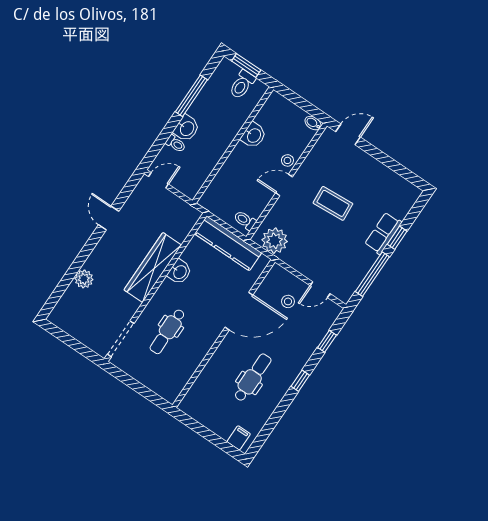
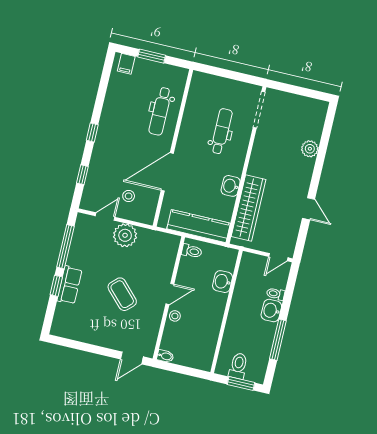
washbasin: (254, 135) -> (223, 282), moved
coffee table: (333, 203) -> (122, 294), turned 50
plant: (275, 241) -> (125, 235), moved
wardrobe: (153, 267) -> (249, 208), moved
dental chair: (253, 378) -> (160, 111), moved
window: (210, 436) -> (152, 56), added

